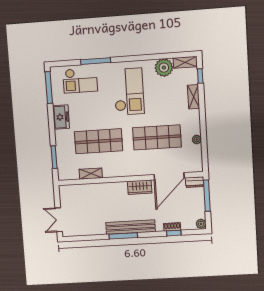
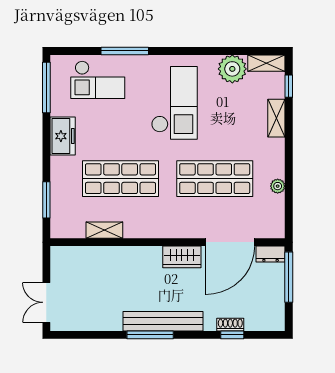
plant: (201, 224) -> (277, 322), removed

